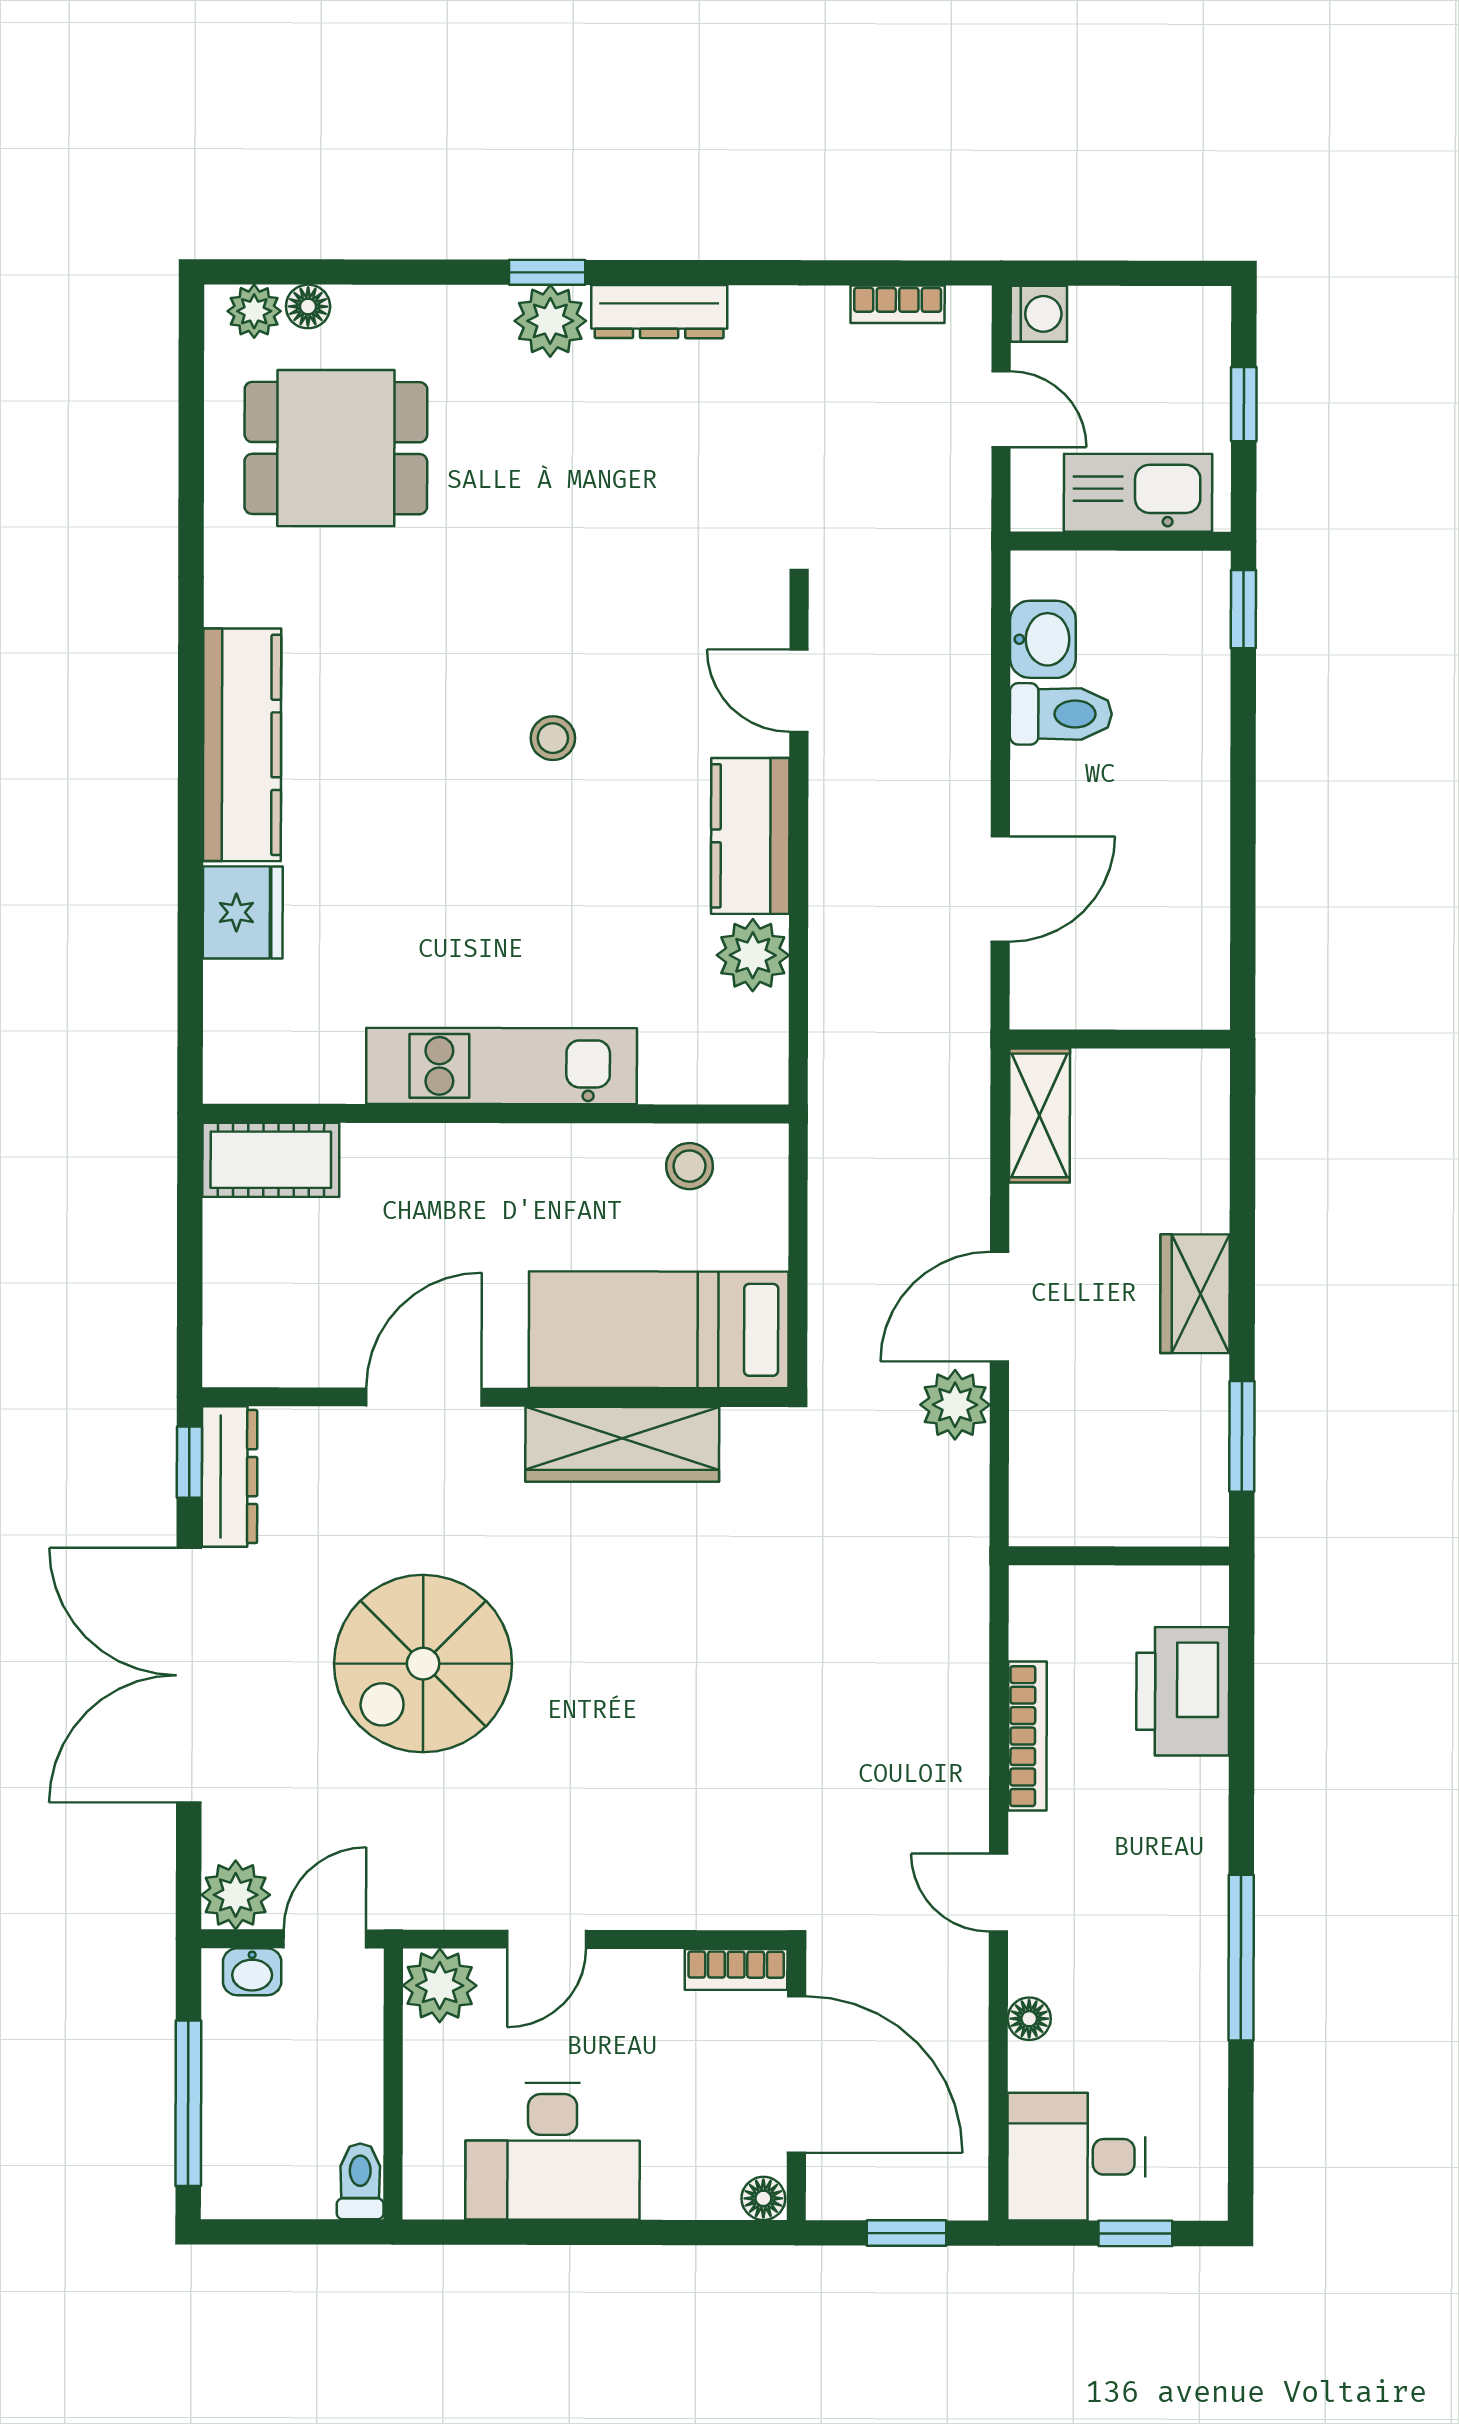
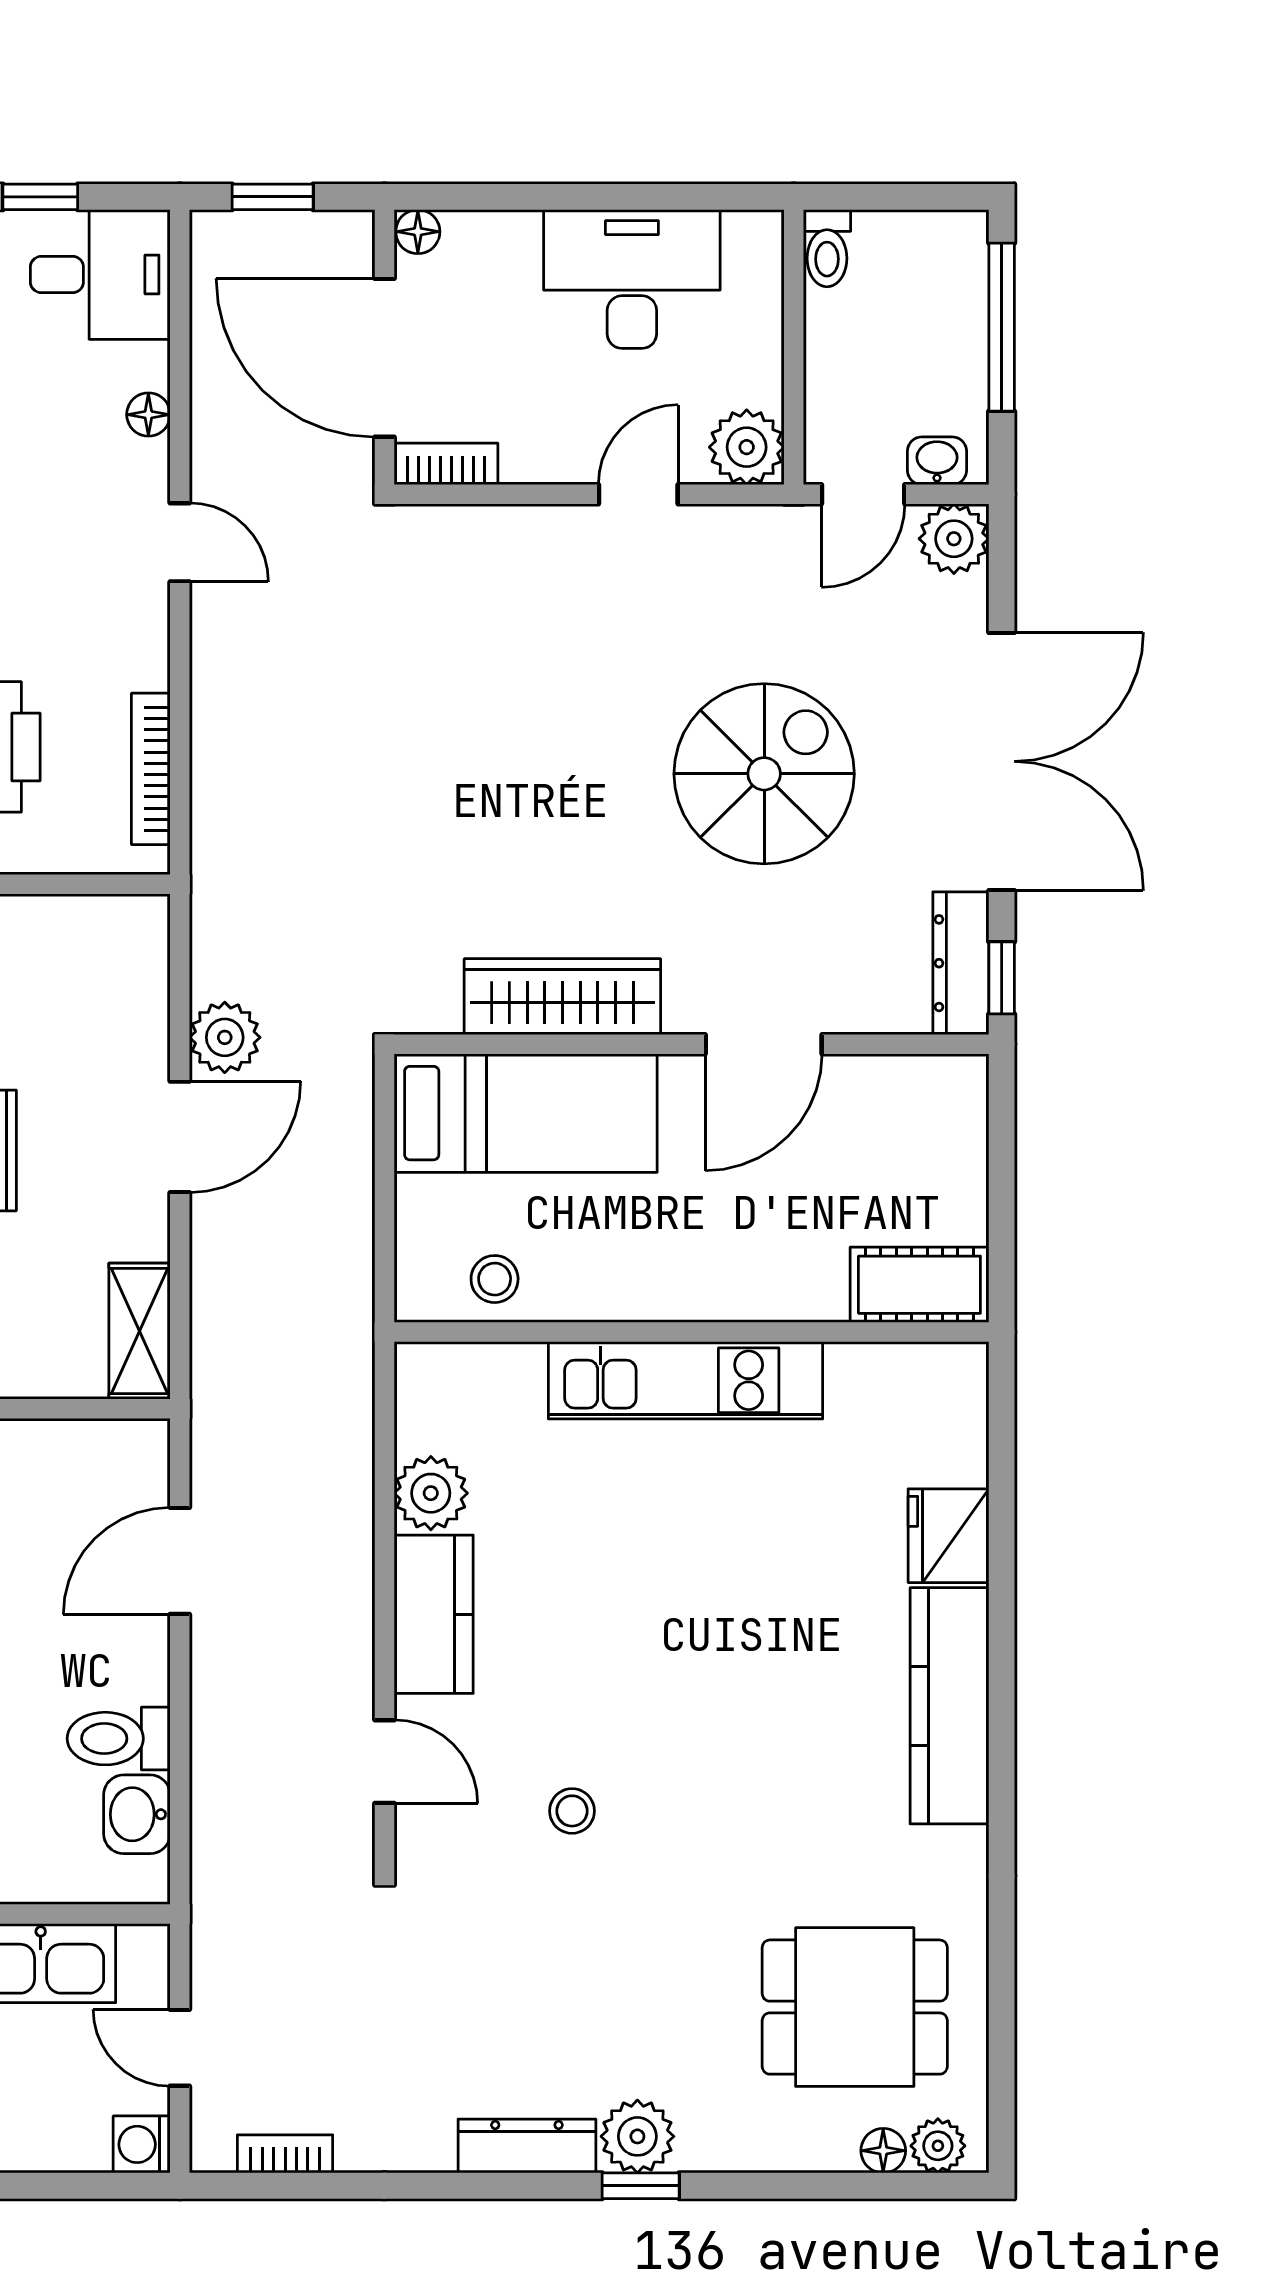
stool: (553, 738) -> (572, 1811), moved
bookcase: (1027, 1736) -> (151, 769), moved

